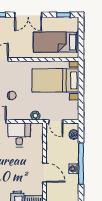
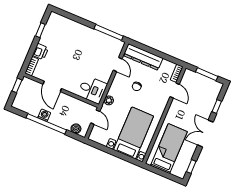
door: (56, 121) -> (95, 117), swing flipped
desk: (19, 135) -> (92, 90), moved
door: (44, 173) -> (52, 86), hinge flipped

